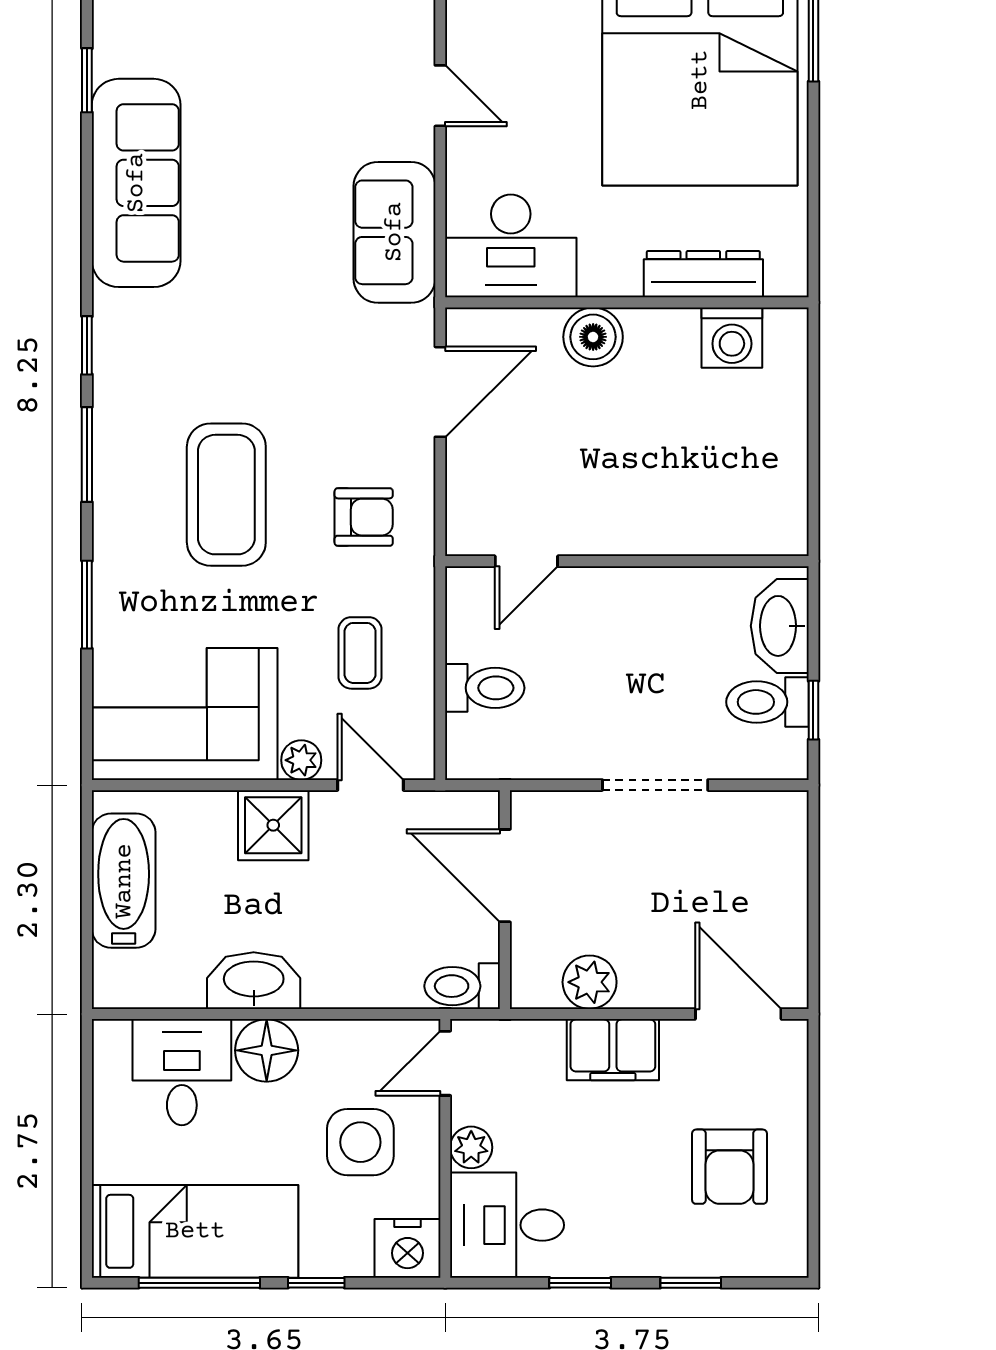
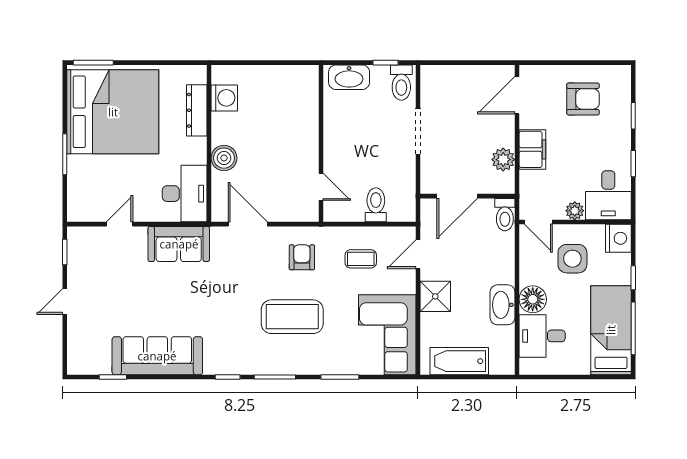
toilet: (767, 702) -> (401, 83), moved
plant: (301, 760) -> (407, 284), removed

